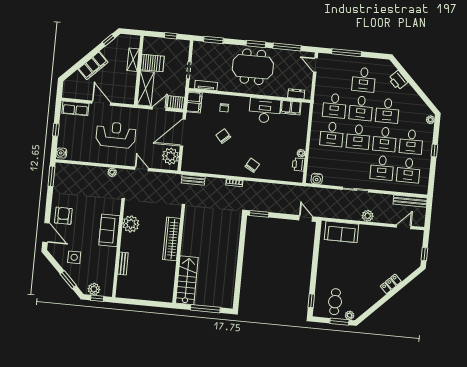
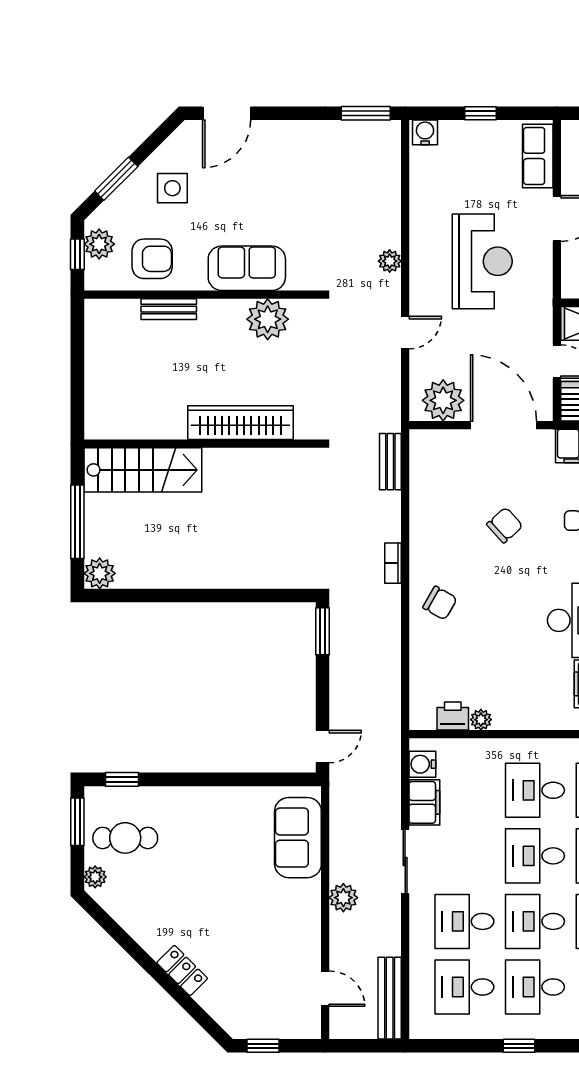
filing cabinet: (332, 179) -> (424, 802), added
armchair: (63, 216) -> (152, 259), moved
plant: (227, 302) -> (100, 573), added
window: (339, 322) -> (77, 822), moved

